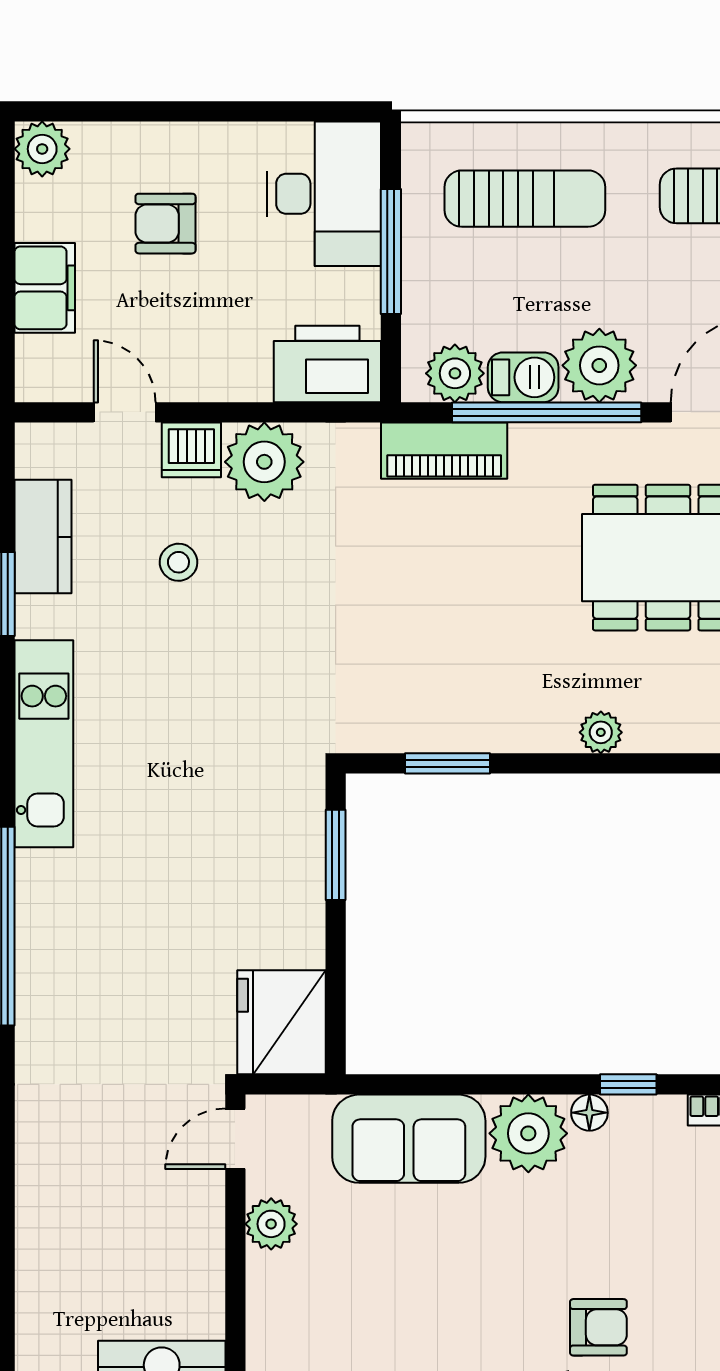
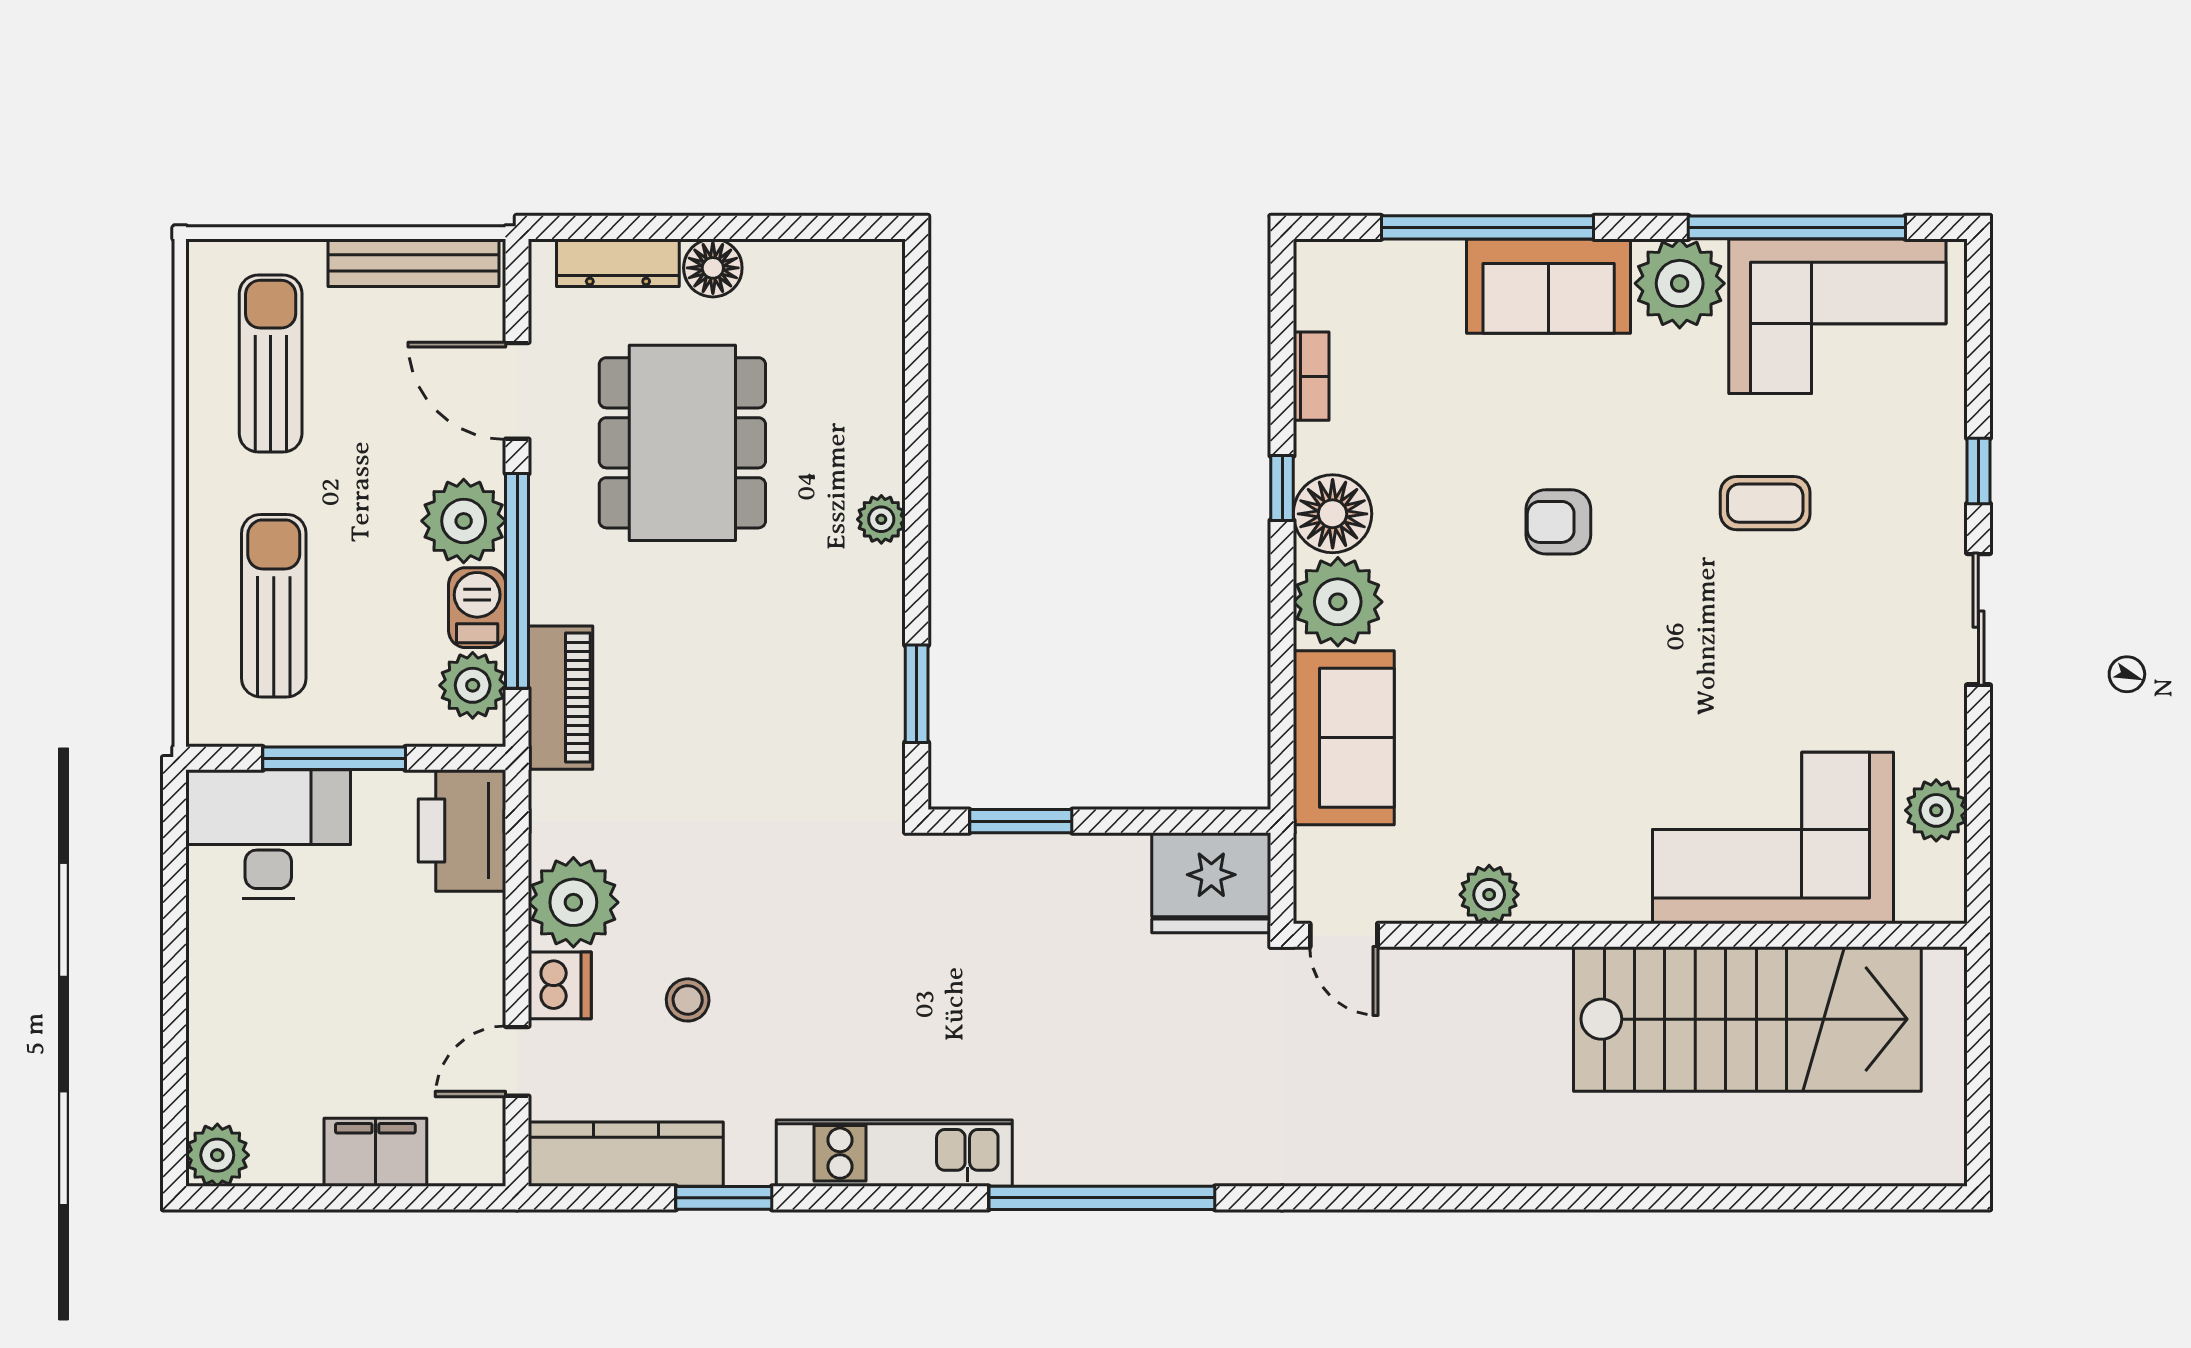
armchair: (166, 224) -> (302, 1015), removed
kitchen counter: (43, 537) -> (626, 1154), width x1.50
floor lamp: (589, 1113) -> (1333, 514), width x1.89, depth x1.89
plant: (271, 1224) -> (1489, 895), moved
armchair: (598, 1327) -> (1558, 522), turned -90

